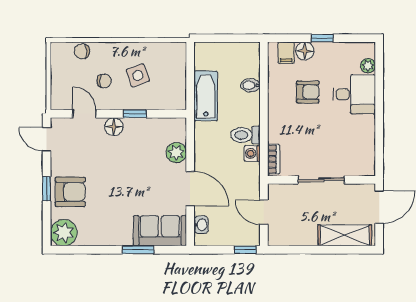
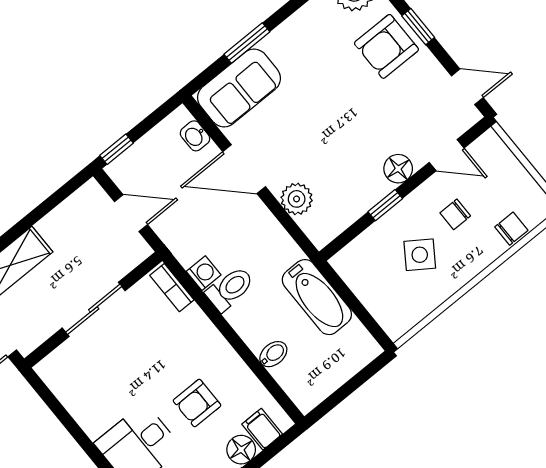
side table: (138, 75) -> (420, 255), turned -36

